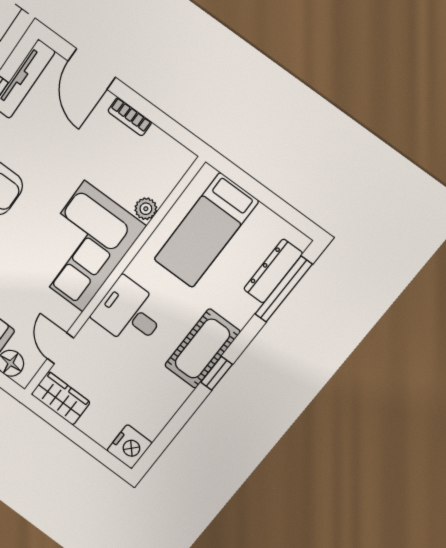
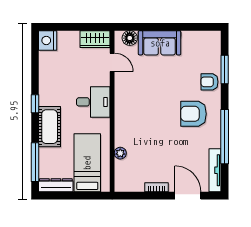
corner sofa: (84, 247) -> (135, 116), removed
dresser: (273, 271) -> (56, 185), moved, turned -90
cot: (202, 349) -> (50, 127), moved

